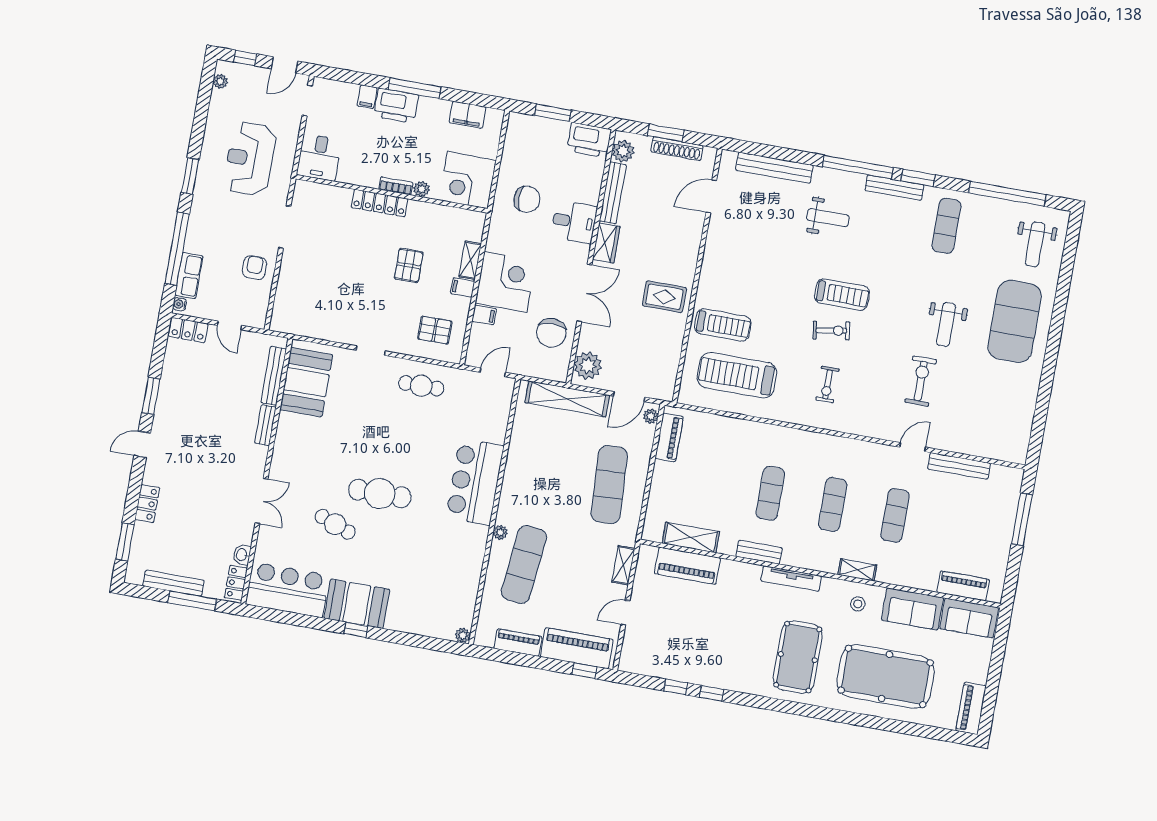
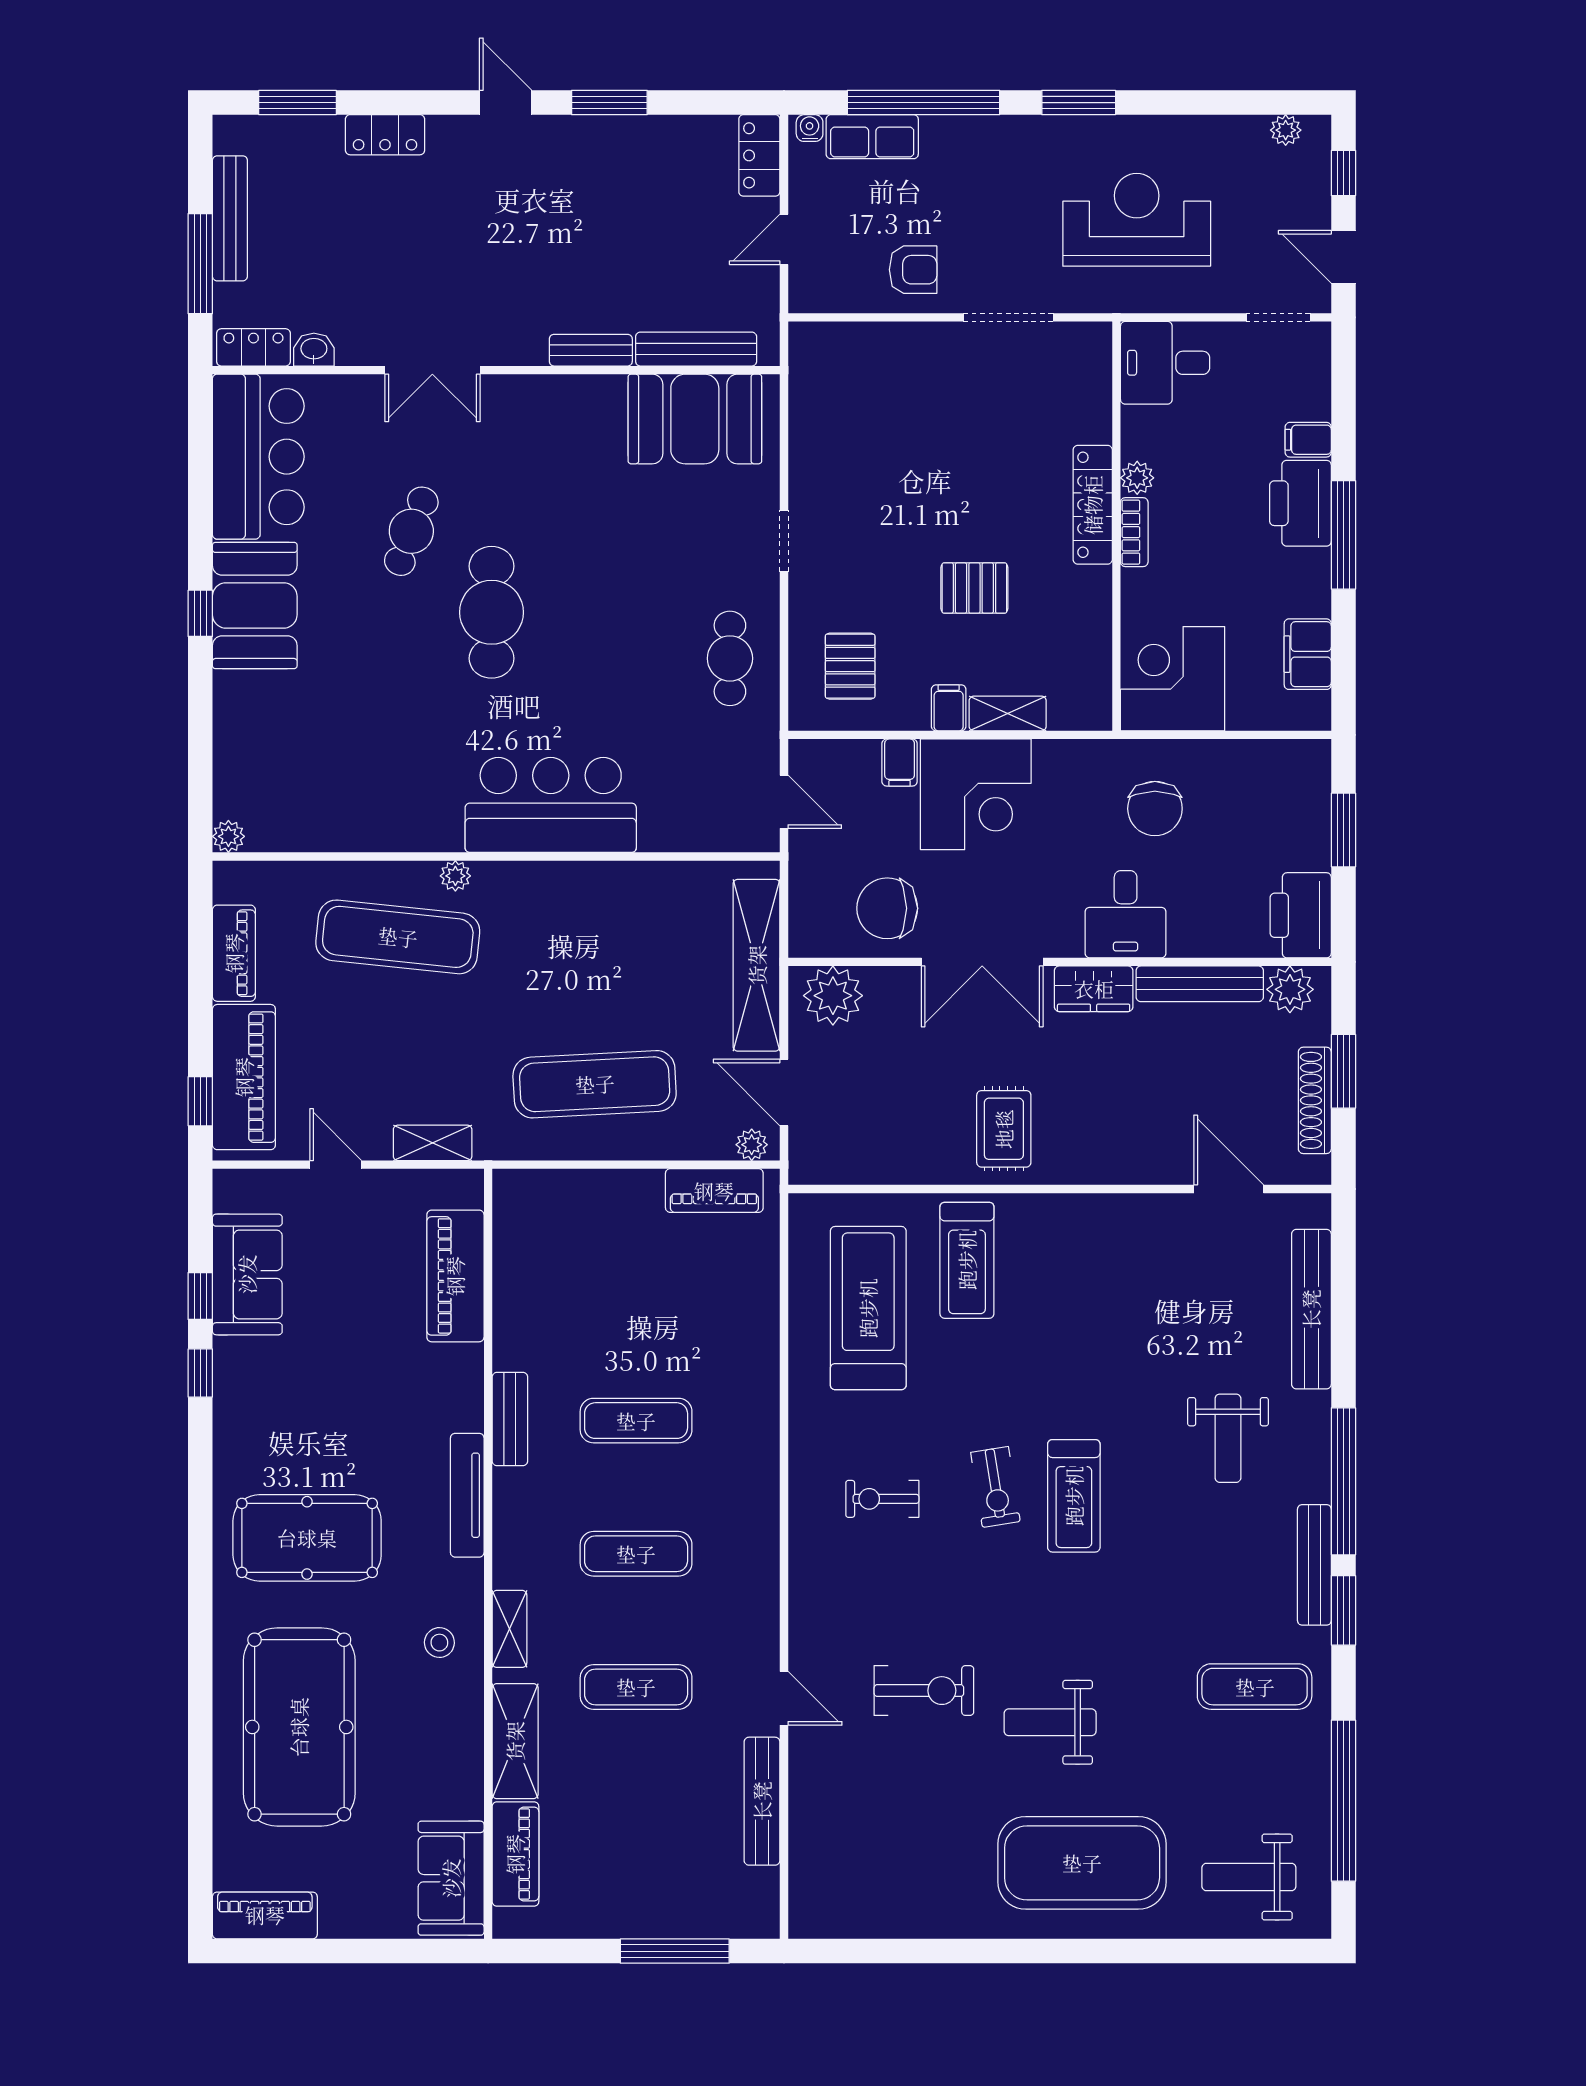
plant: (422, 189) -> (1137, 478), moved
shelving: (691, 538) -> (515, 1741), moved
sofa: (912, 609) -> (247, 1274), moved, turned 180

